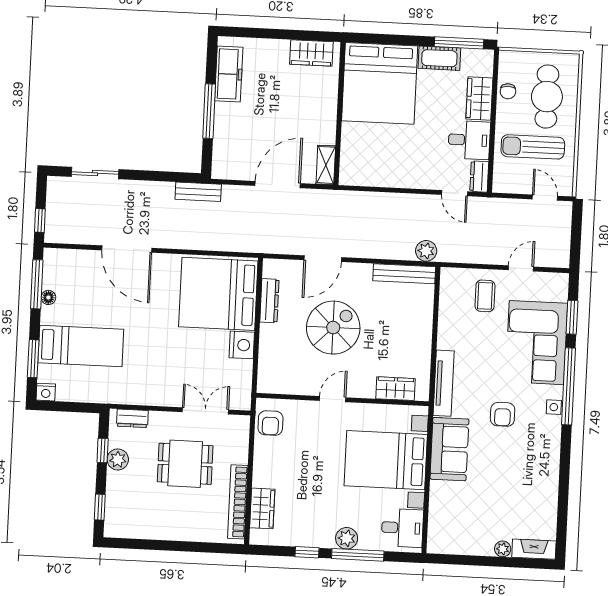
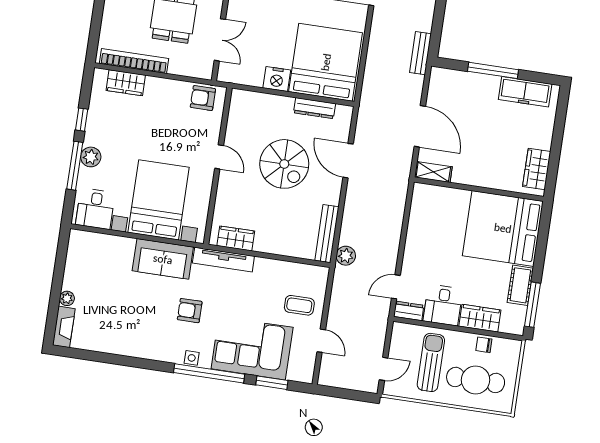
wardrobe: (396, 389) -> (236, 238), moved, turned -90

